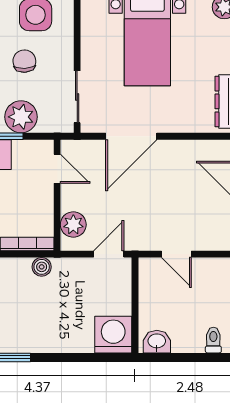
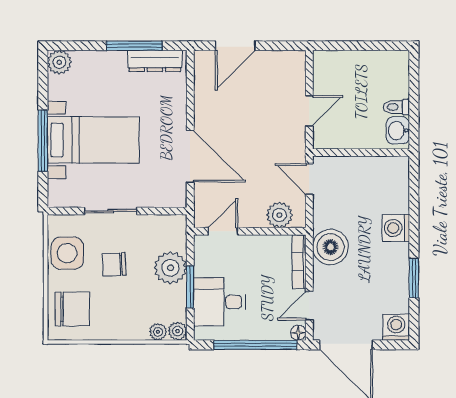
sliding door: (77, 97) -> (111, 211), moved
boiler: (42, 267) -> (330, 247), width x1.86, depth x1.86
washing machine: (113, 335) -> (396, 228), moved, width x0.73, depth x0.73
toilet: (213, 340) -> (396, 107), moved

